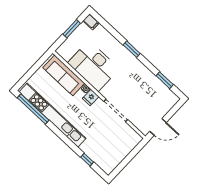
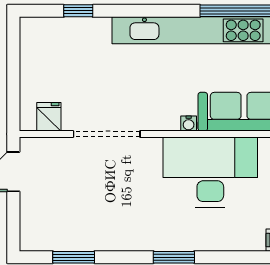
fridge: (91, 98) -> (49, 117), moved

